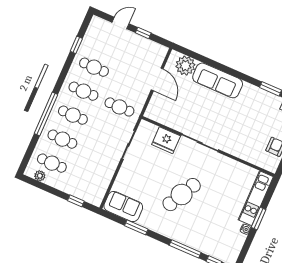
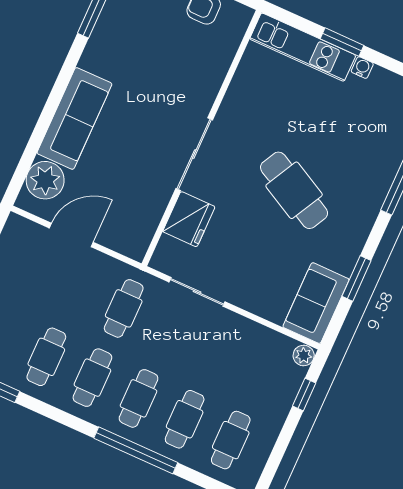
plant: (40, 176) -> (304, 355), moved

